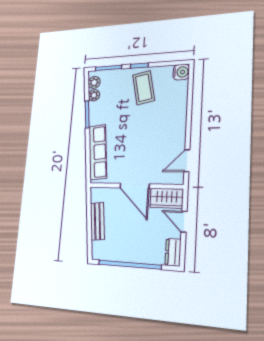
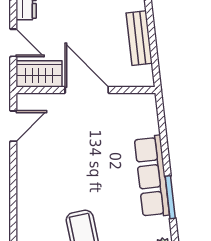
plant: (94, 95) -> (162, 227), removed
row of seats: (98, 152) -> (152, 176), moved

